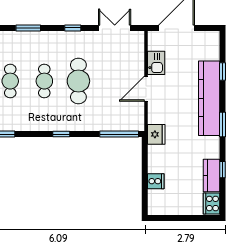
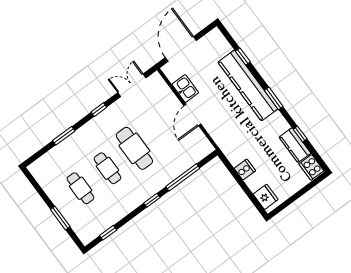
window: (119, 134) -> (183, 177), moved
fridge: (156, 134) -> (266, 197), moved
cooker: (156, 181) -> (245, 170), moved

